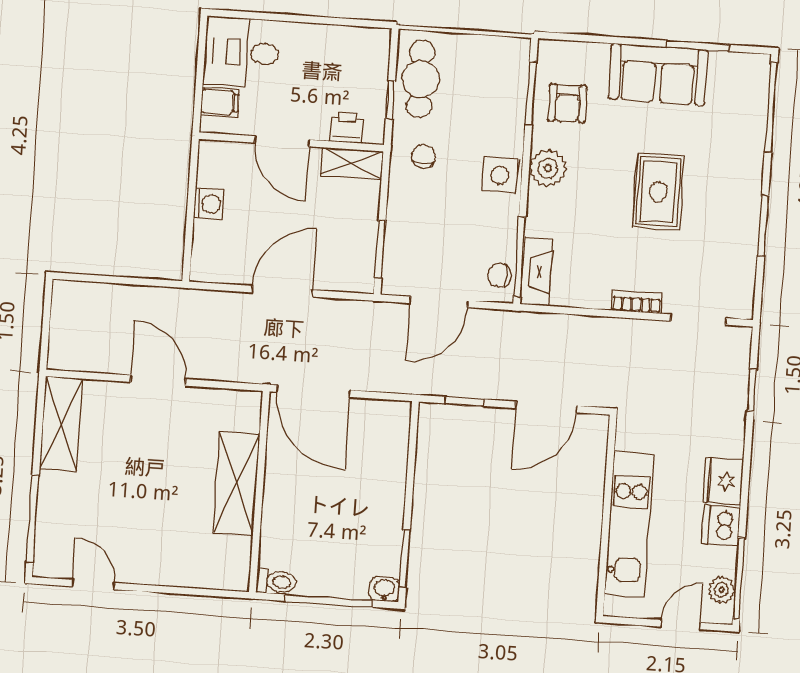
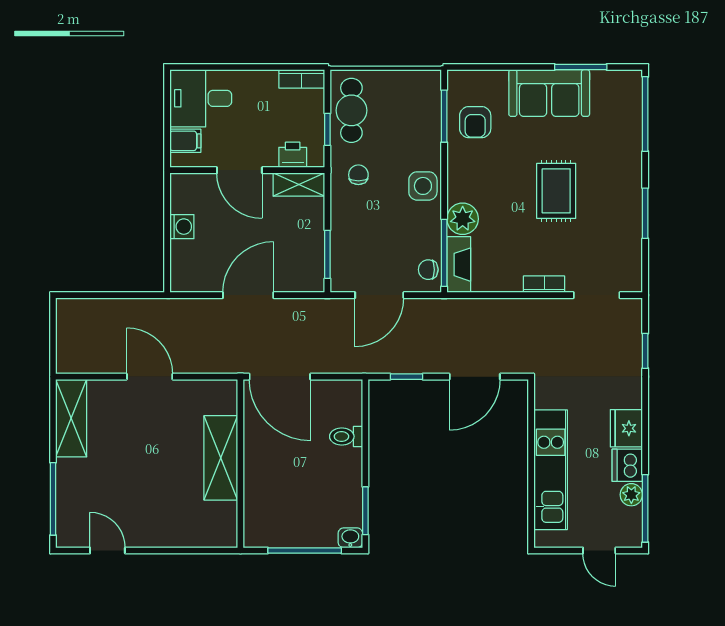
bookcase: (364, 37) -> (302, 79), added
plant: (548, 168) -> (463, 219), moved
toilet: (276, 582) -> (346, 436), moved, turned 180
plant: (721, 590) -> (631, 495), moved
door: (681, 625) -> (599, 550), swing flipped

